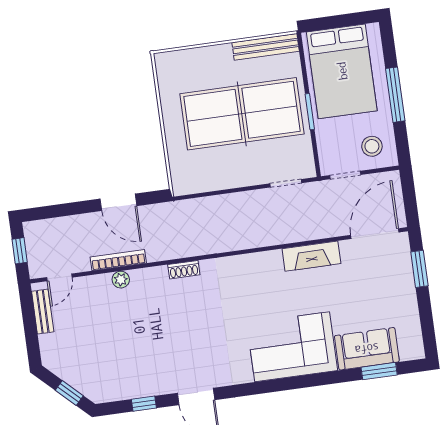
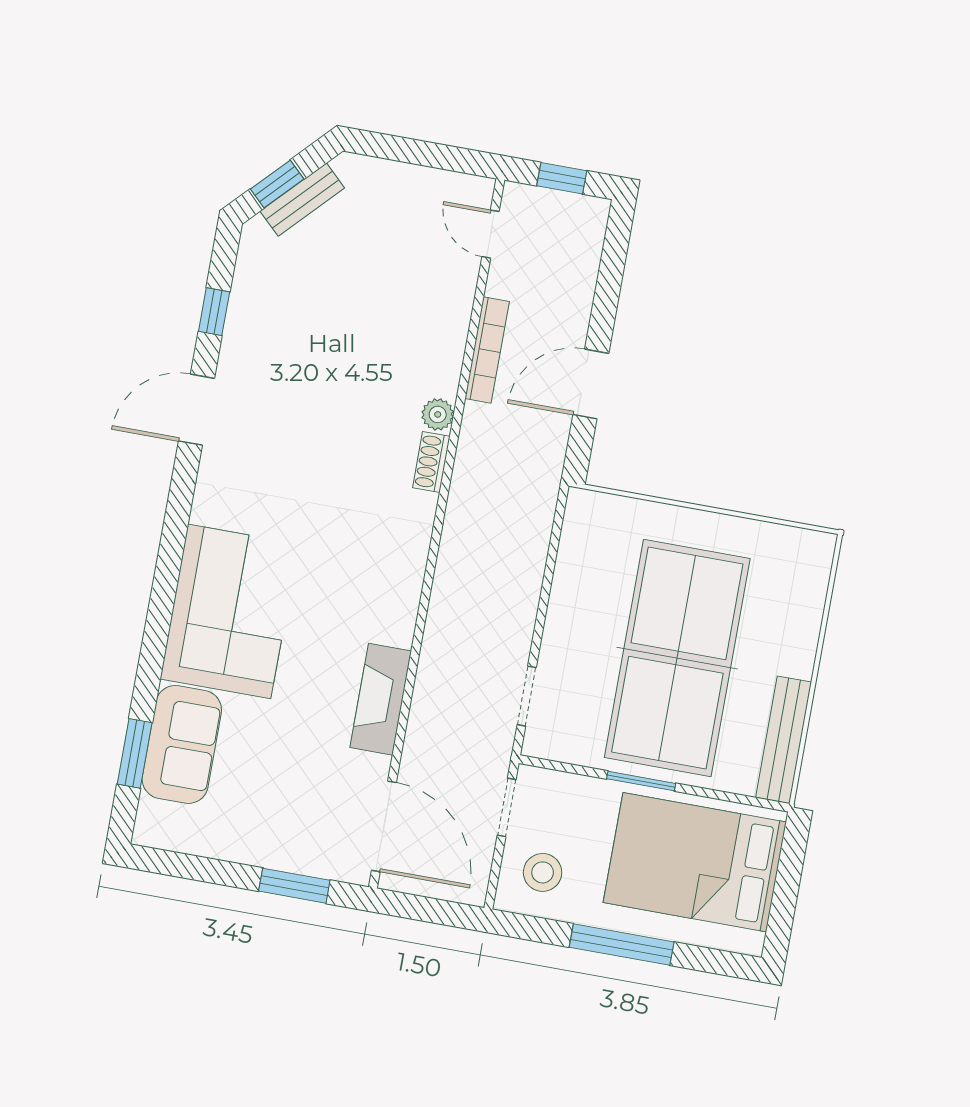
plant: (121, 280) -> (438, 414), moved
bench: (43, 312) -> (302, 200), moved, turned -46

